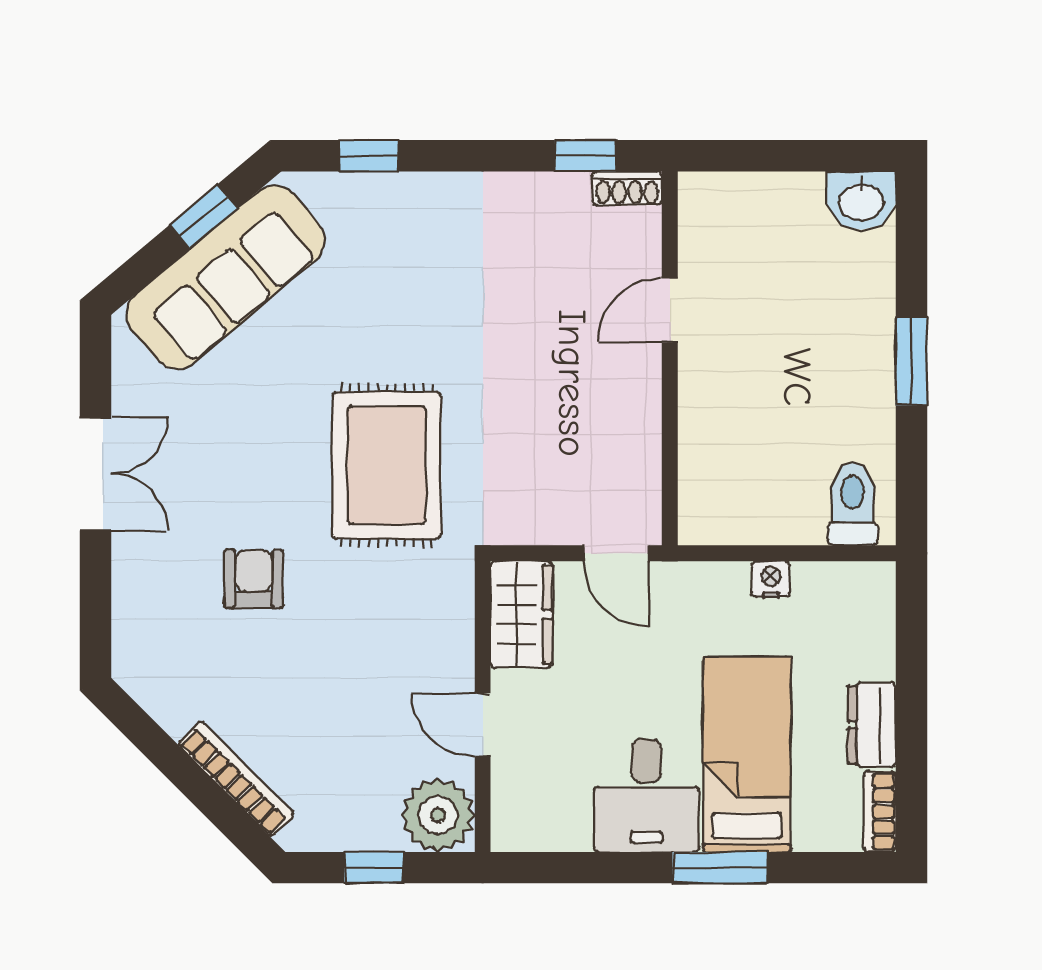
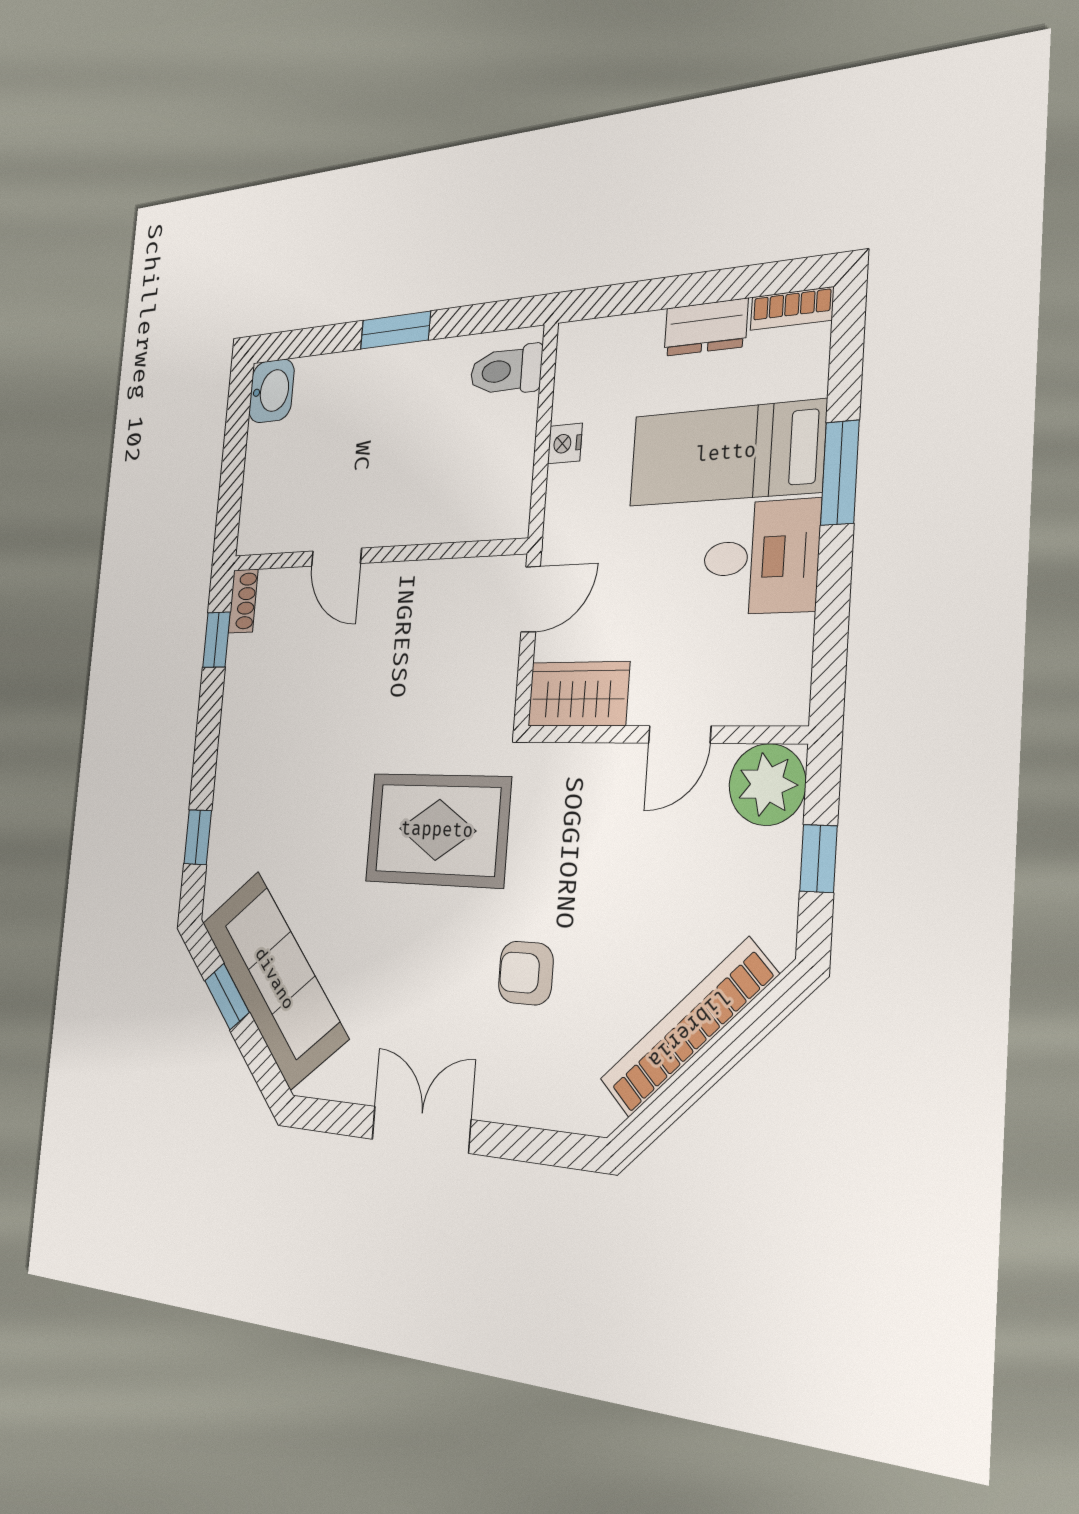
bookcase: (236, 779) -> (688, 1028), width x1.48, depth x1.31

